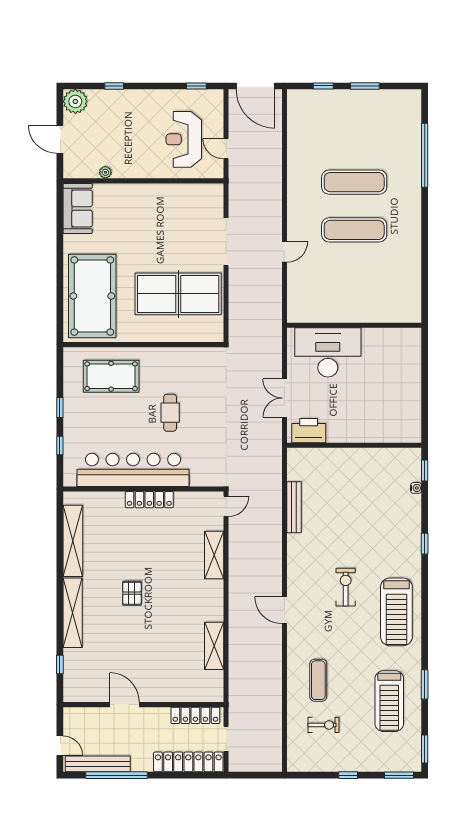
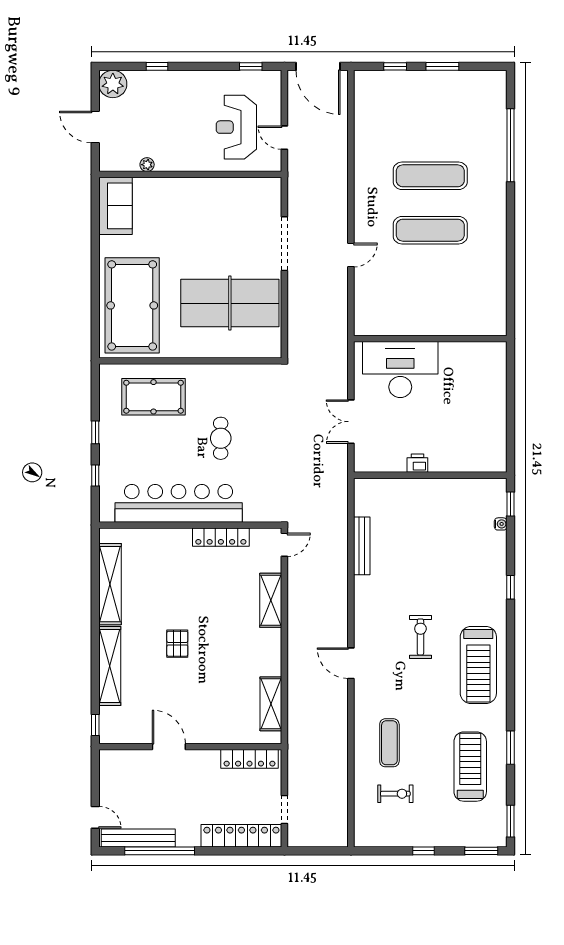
printer: (309, 431) -> (417, 463), moved, width x0.53, depth x0.68
locker: (149, 500) -> (221, 537), moved
treadmill: (389, 701) -> (470, 767), turned 180
door: (125, 705) -> (169, 747), moved
wall: (143, 705) -> (190, 747), moved
locker: (195, 715) -> (250, 759), moved

